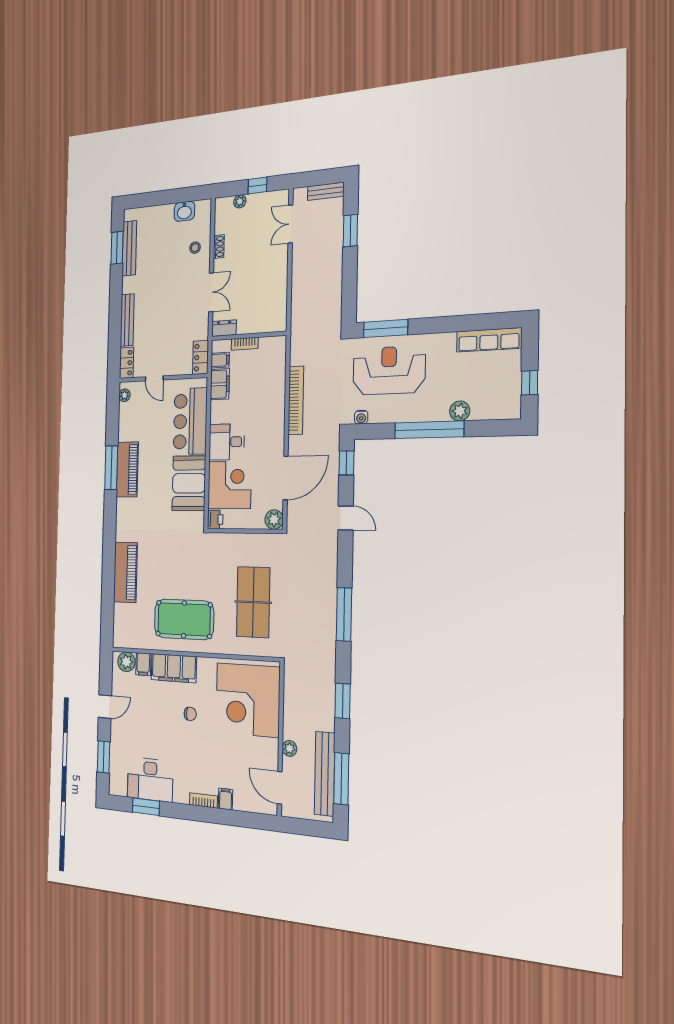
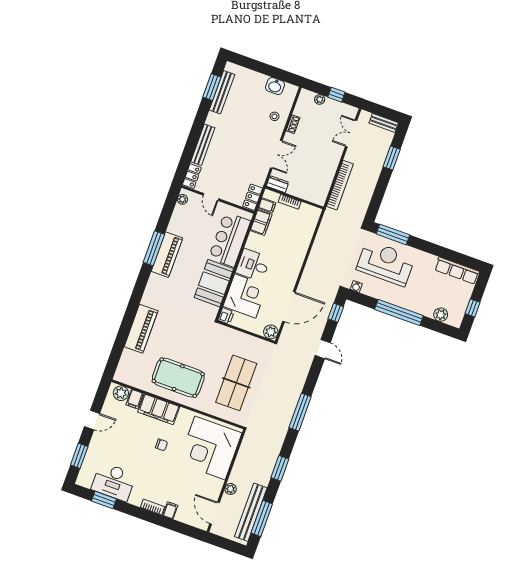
bookcase: (296, 400) -> (340, 185), moved
plant: (460, 411) -> (441, 315), moved

